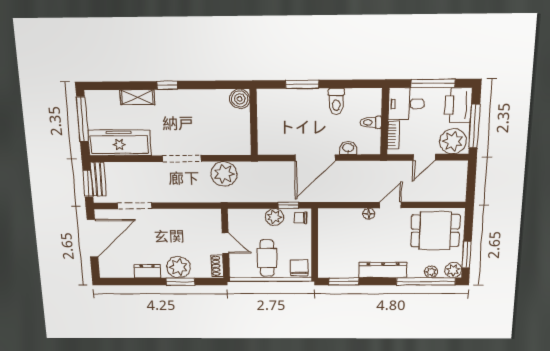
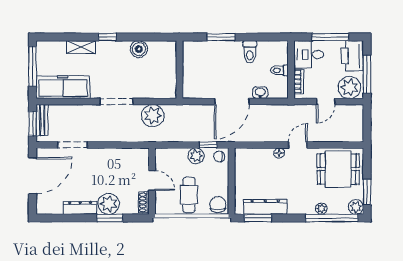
boiler: (240, 99) -> (139, 49), moved
dresser: (383, 270) -> (265, 207), moved
dresser: (147, 271) -> (80, 208), width x1.44
plant: (431, 272) -> (321, 209), moved

